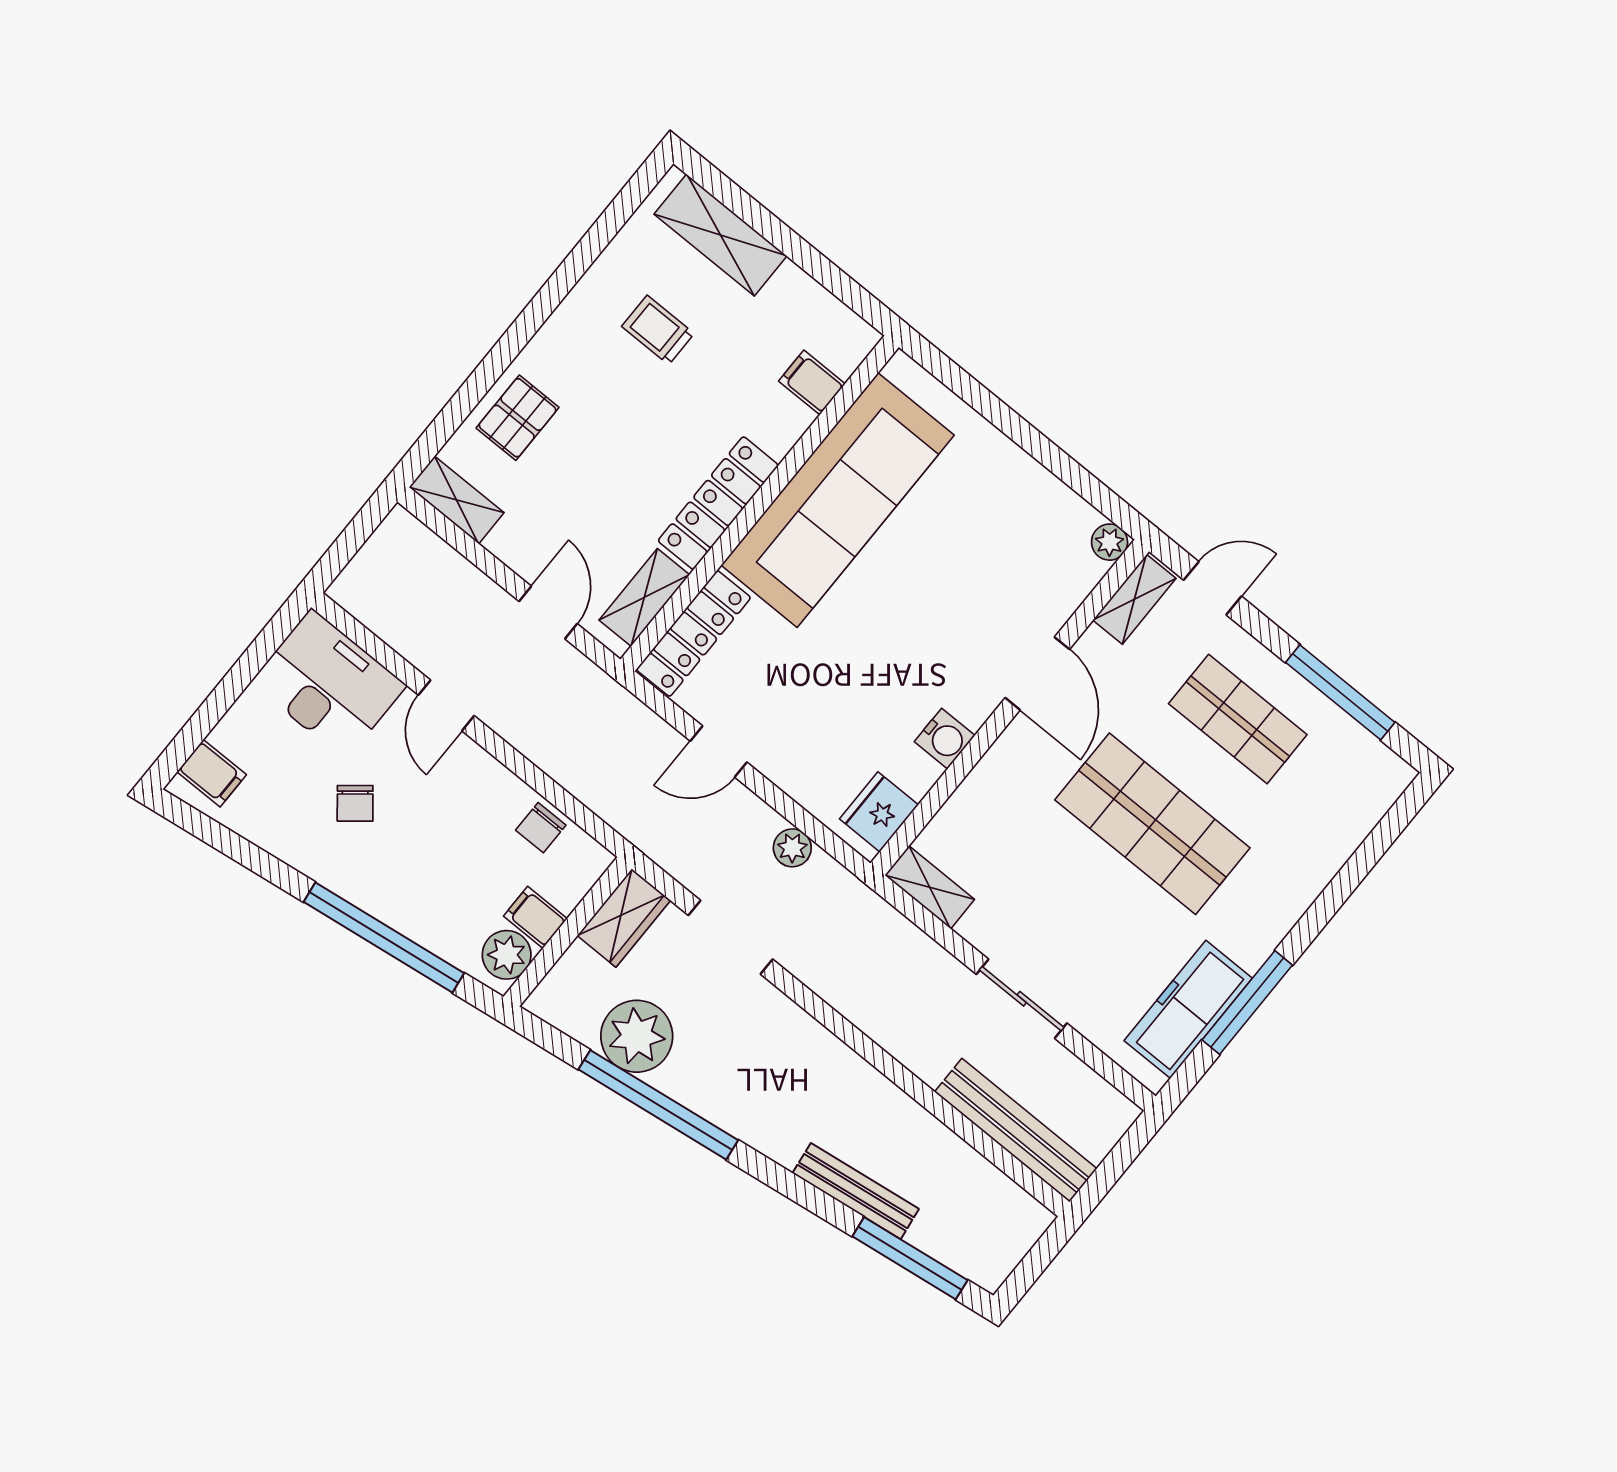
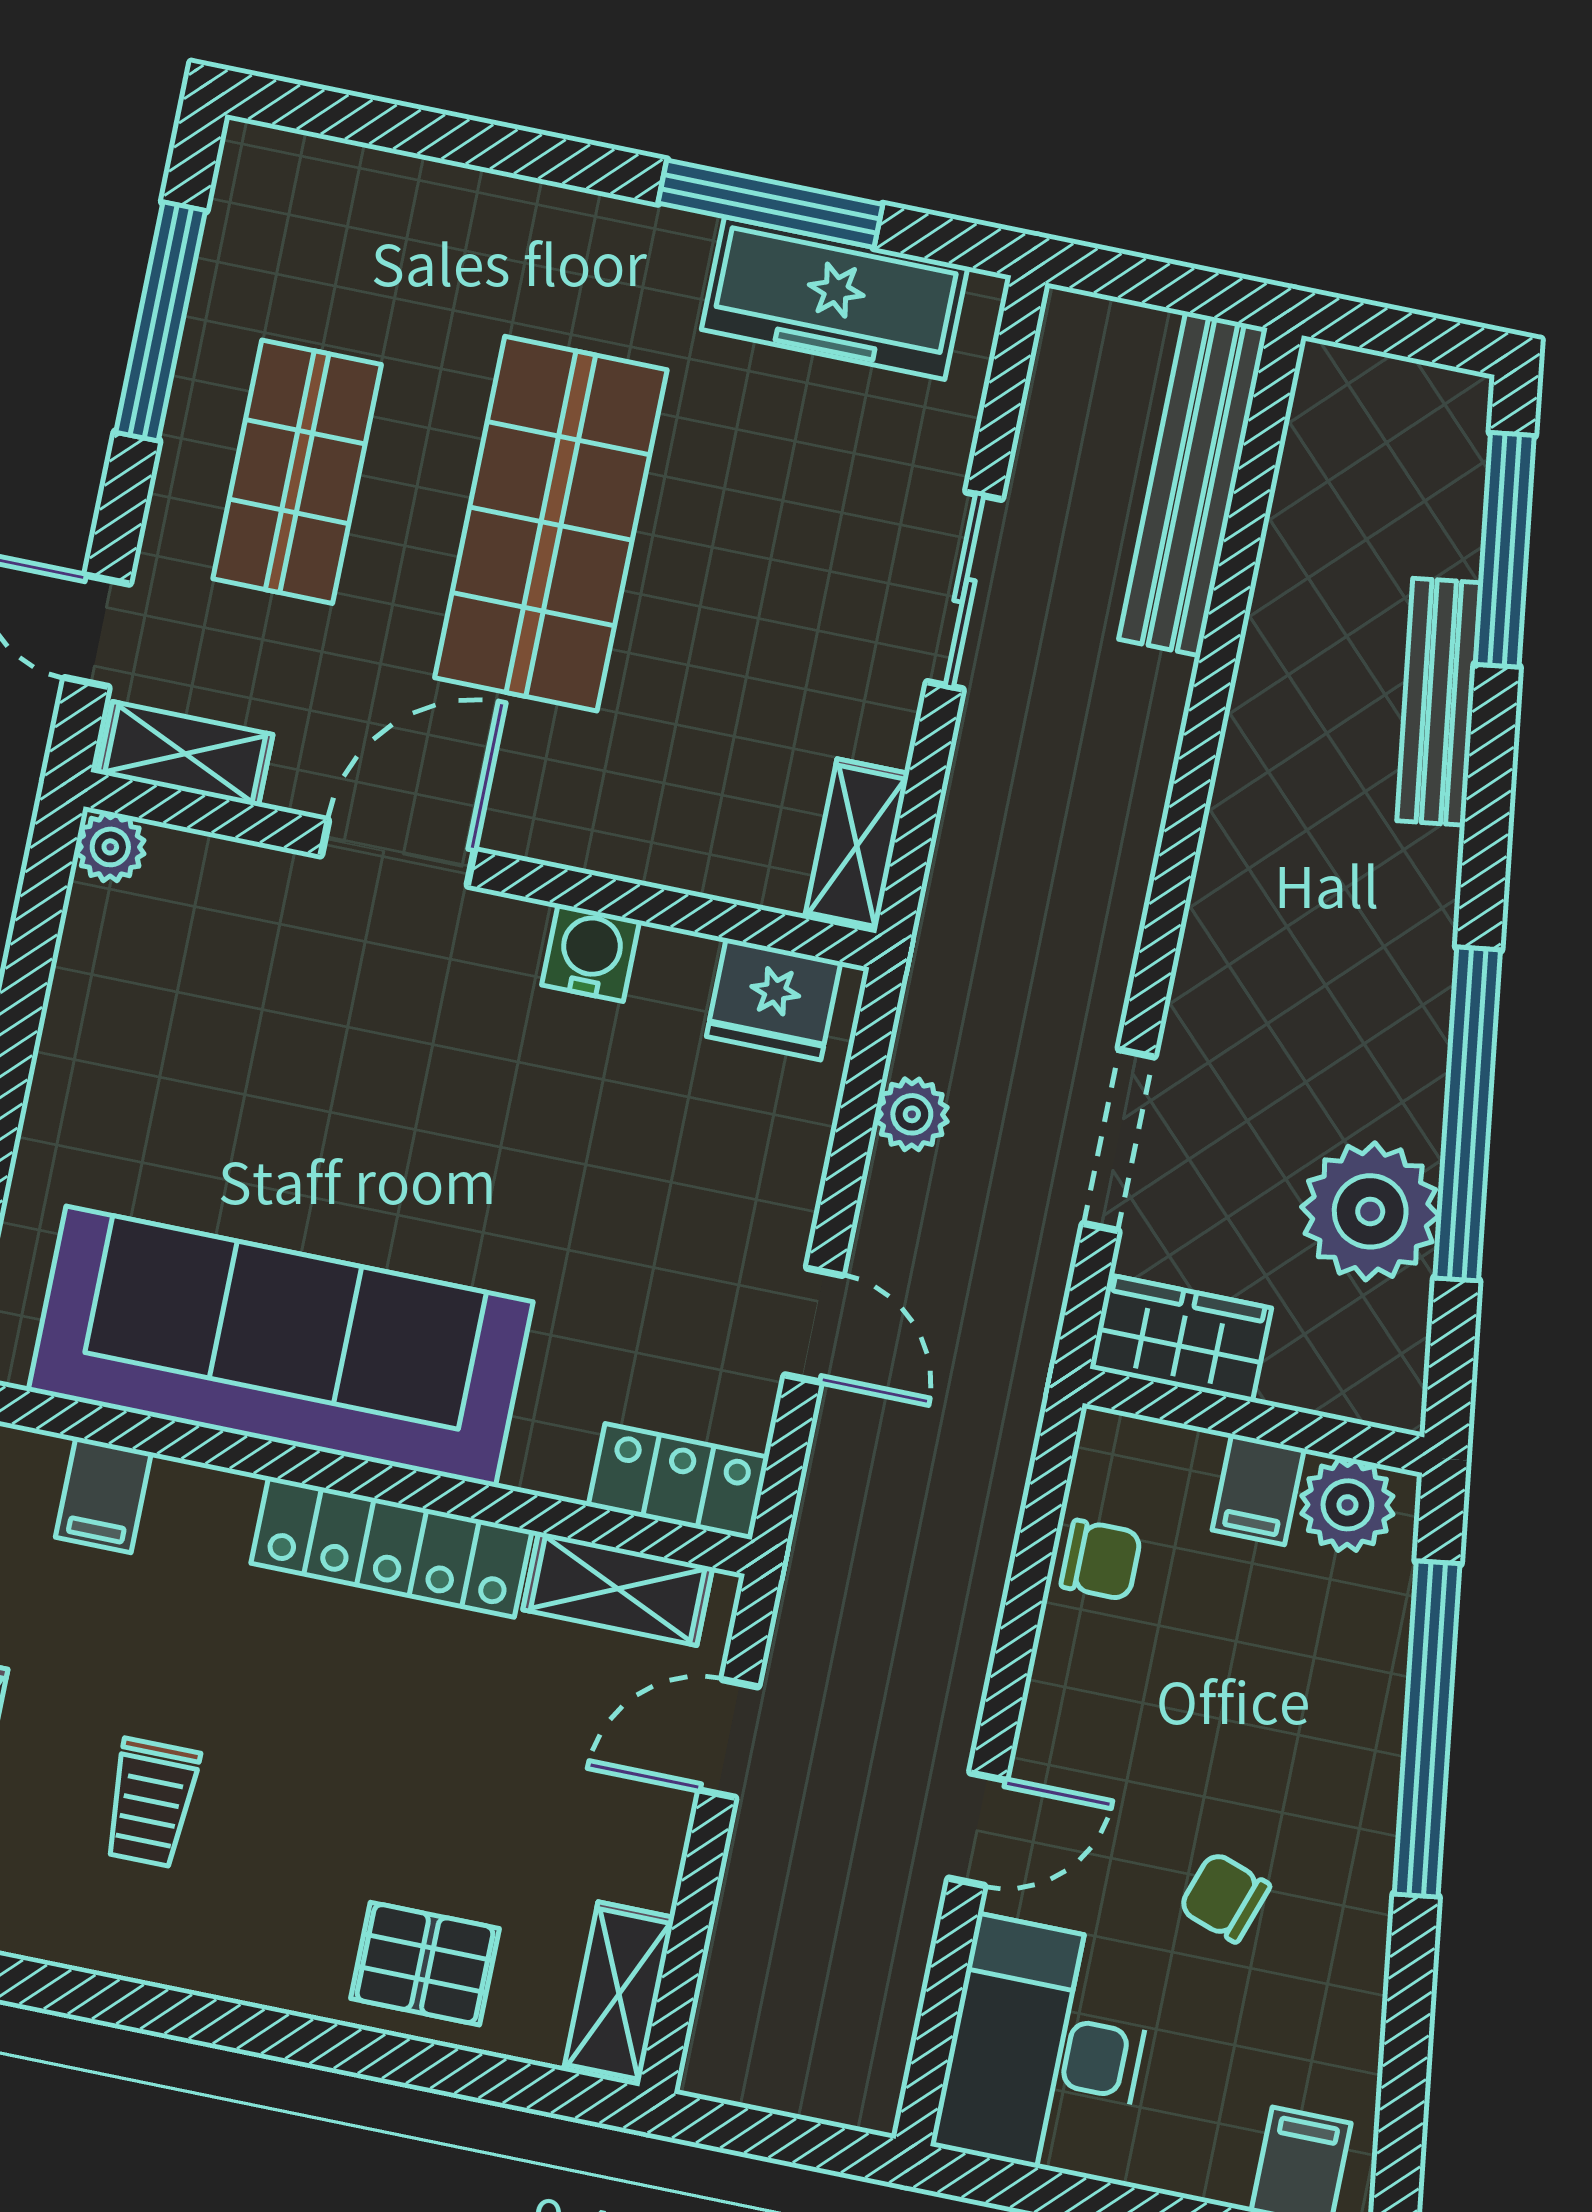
locker: (693, 634) -> (678, 1482), width x0.66
chair: (355, 803) -> (1225, 1897), turned -122

